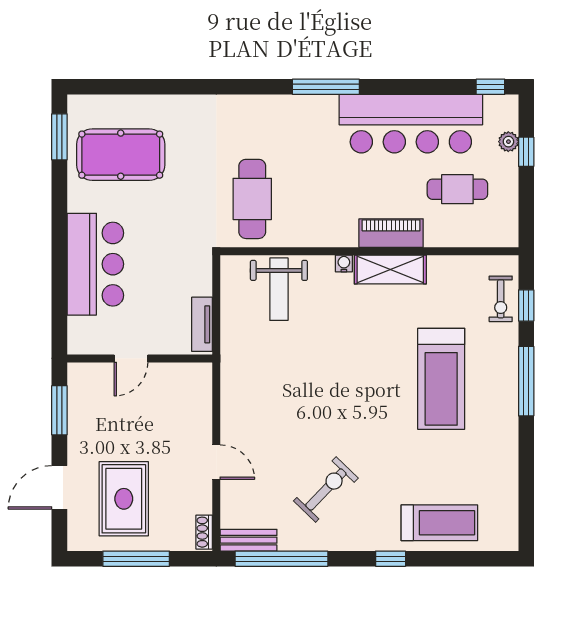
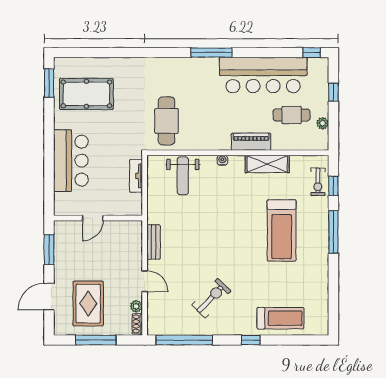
plant: (508, 142) -> (323, 123), moved
shelving: (390, 270) -> (267, 164), moved
tv unit: (202, 324) -> (136, 176), moved
plant: (203, 503) -> (136, 306), added
bench: (249, 540) -> (154, 242), moved, turned 90

